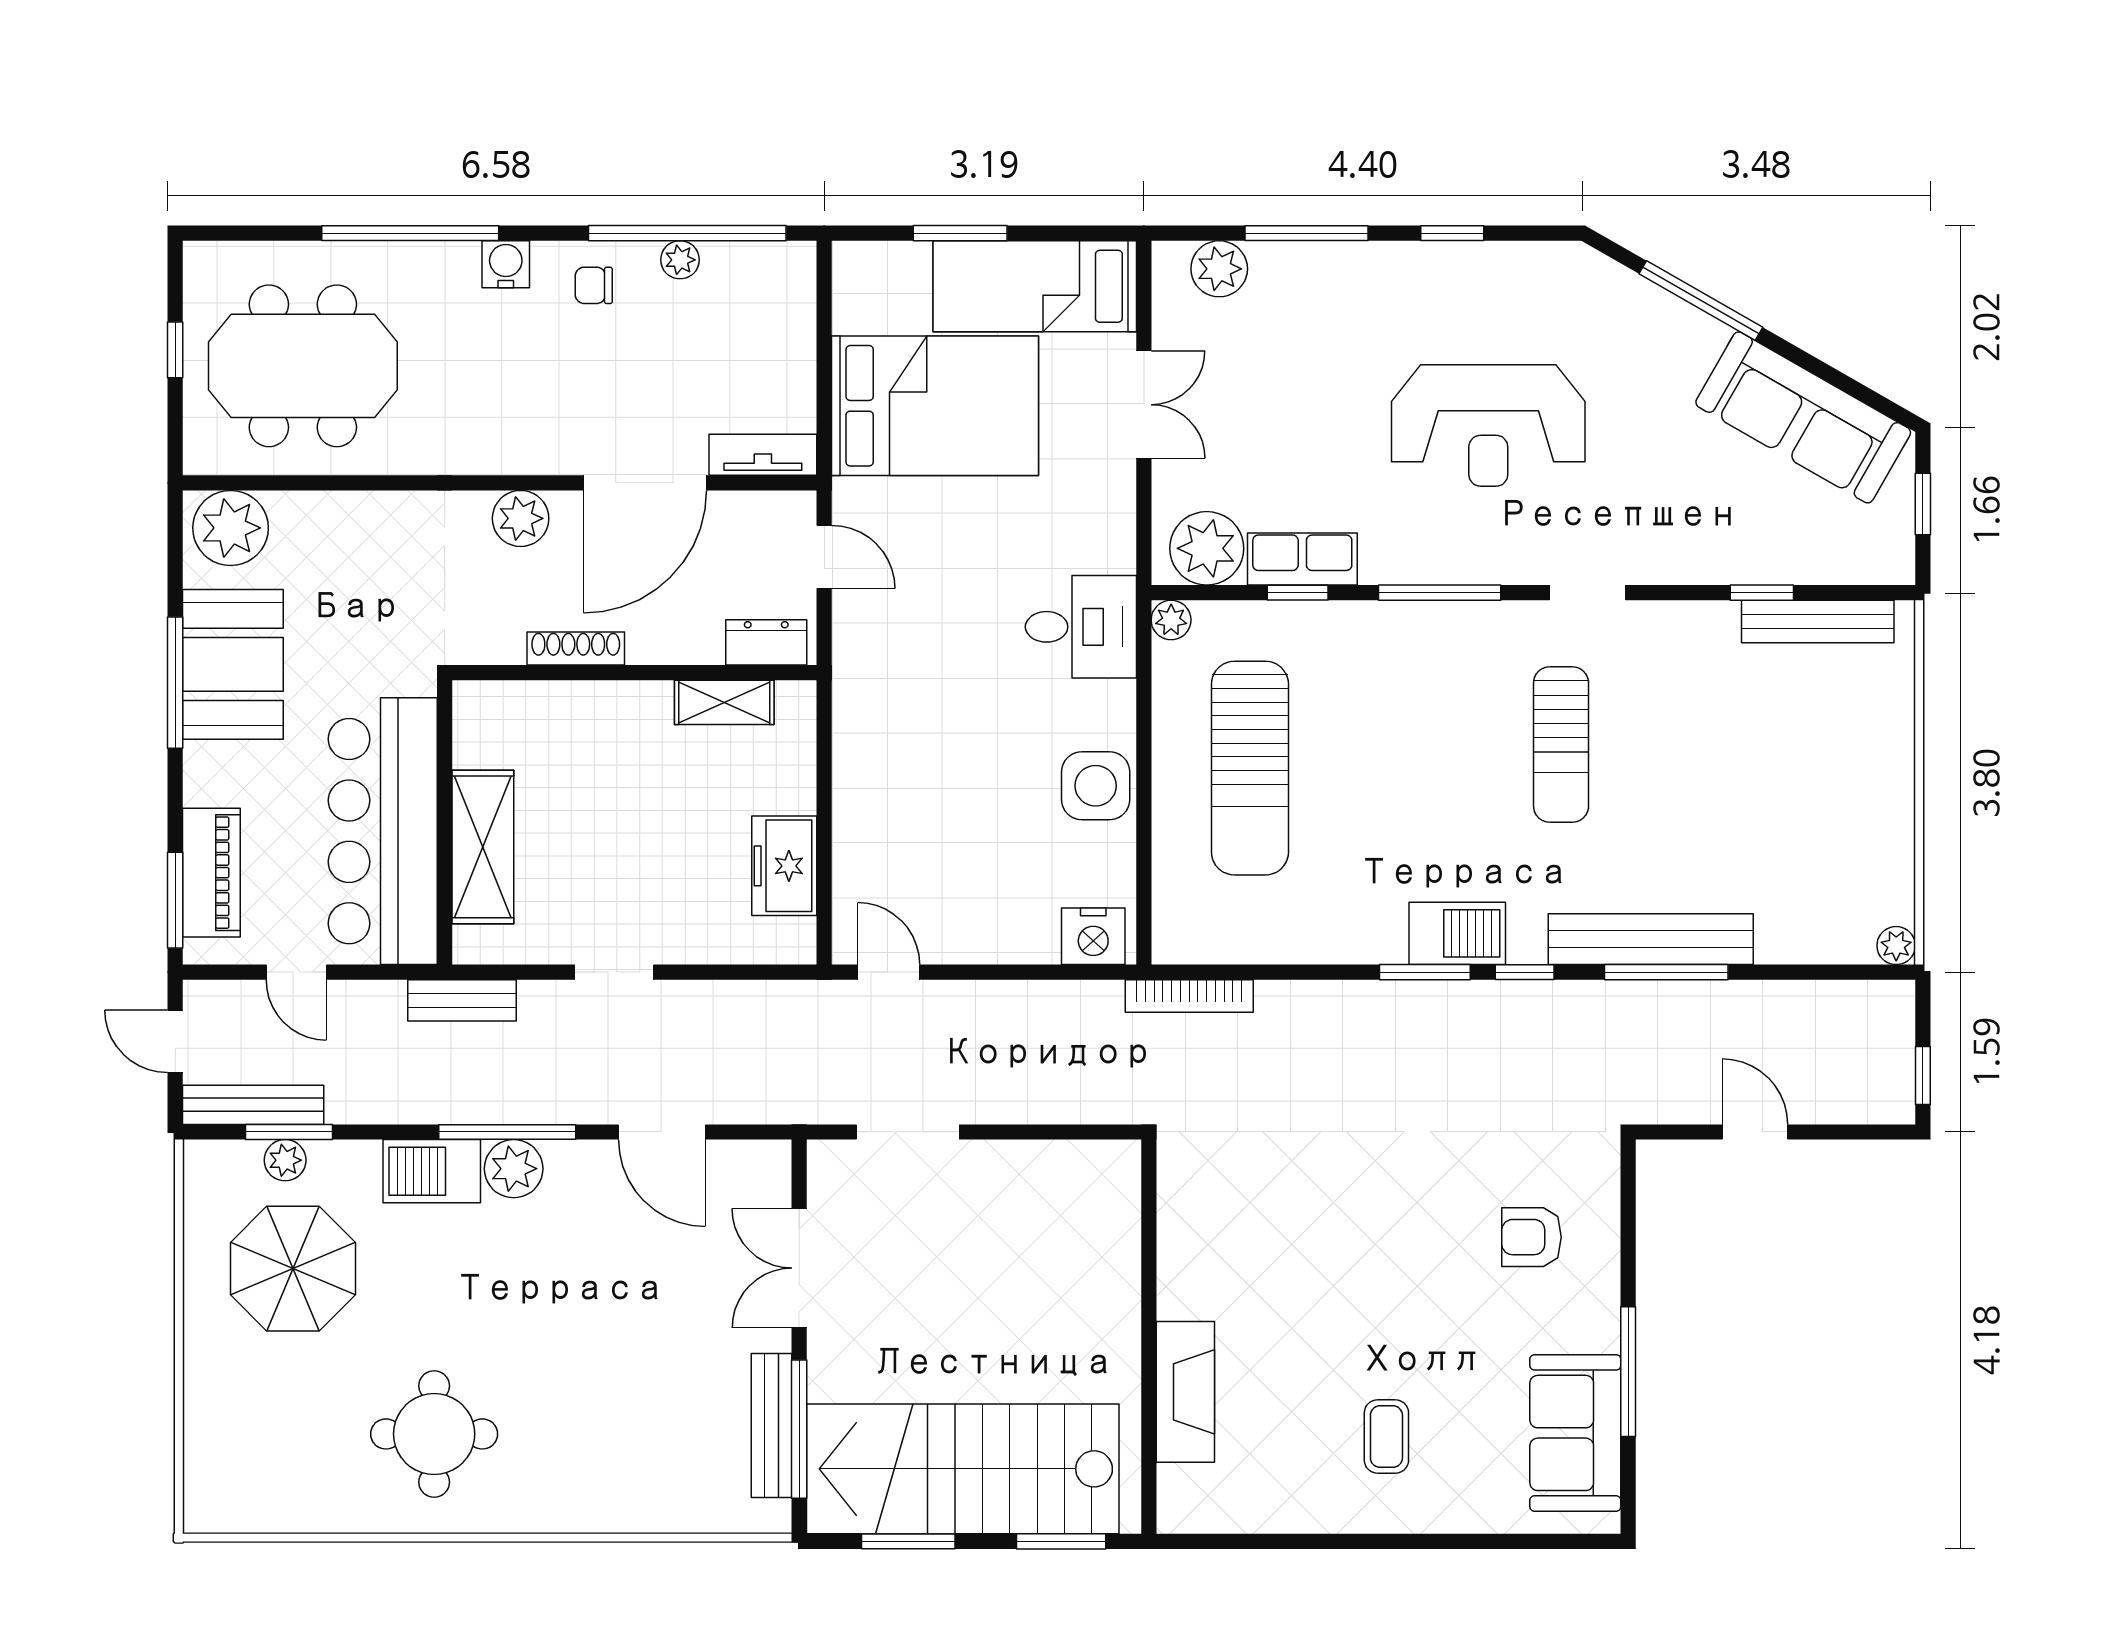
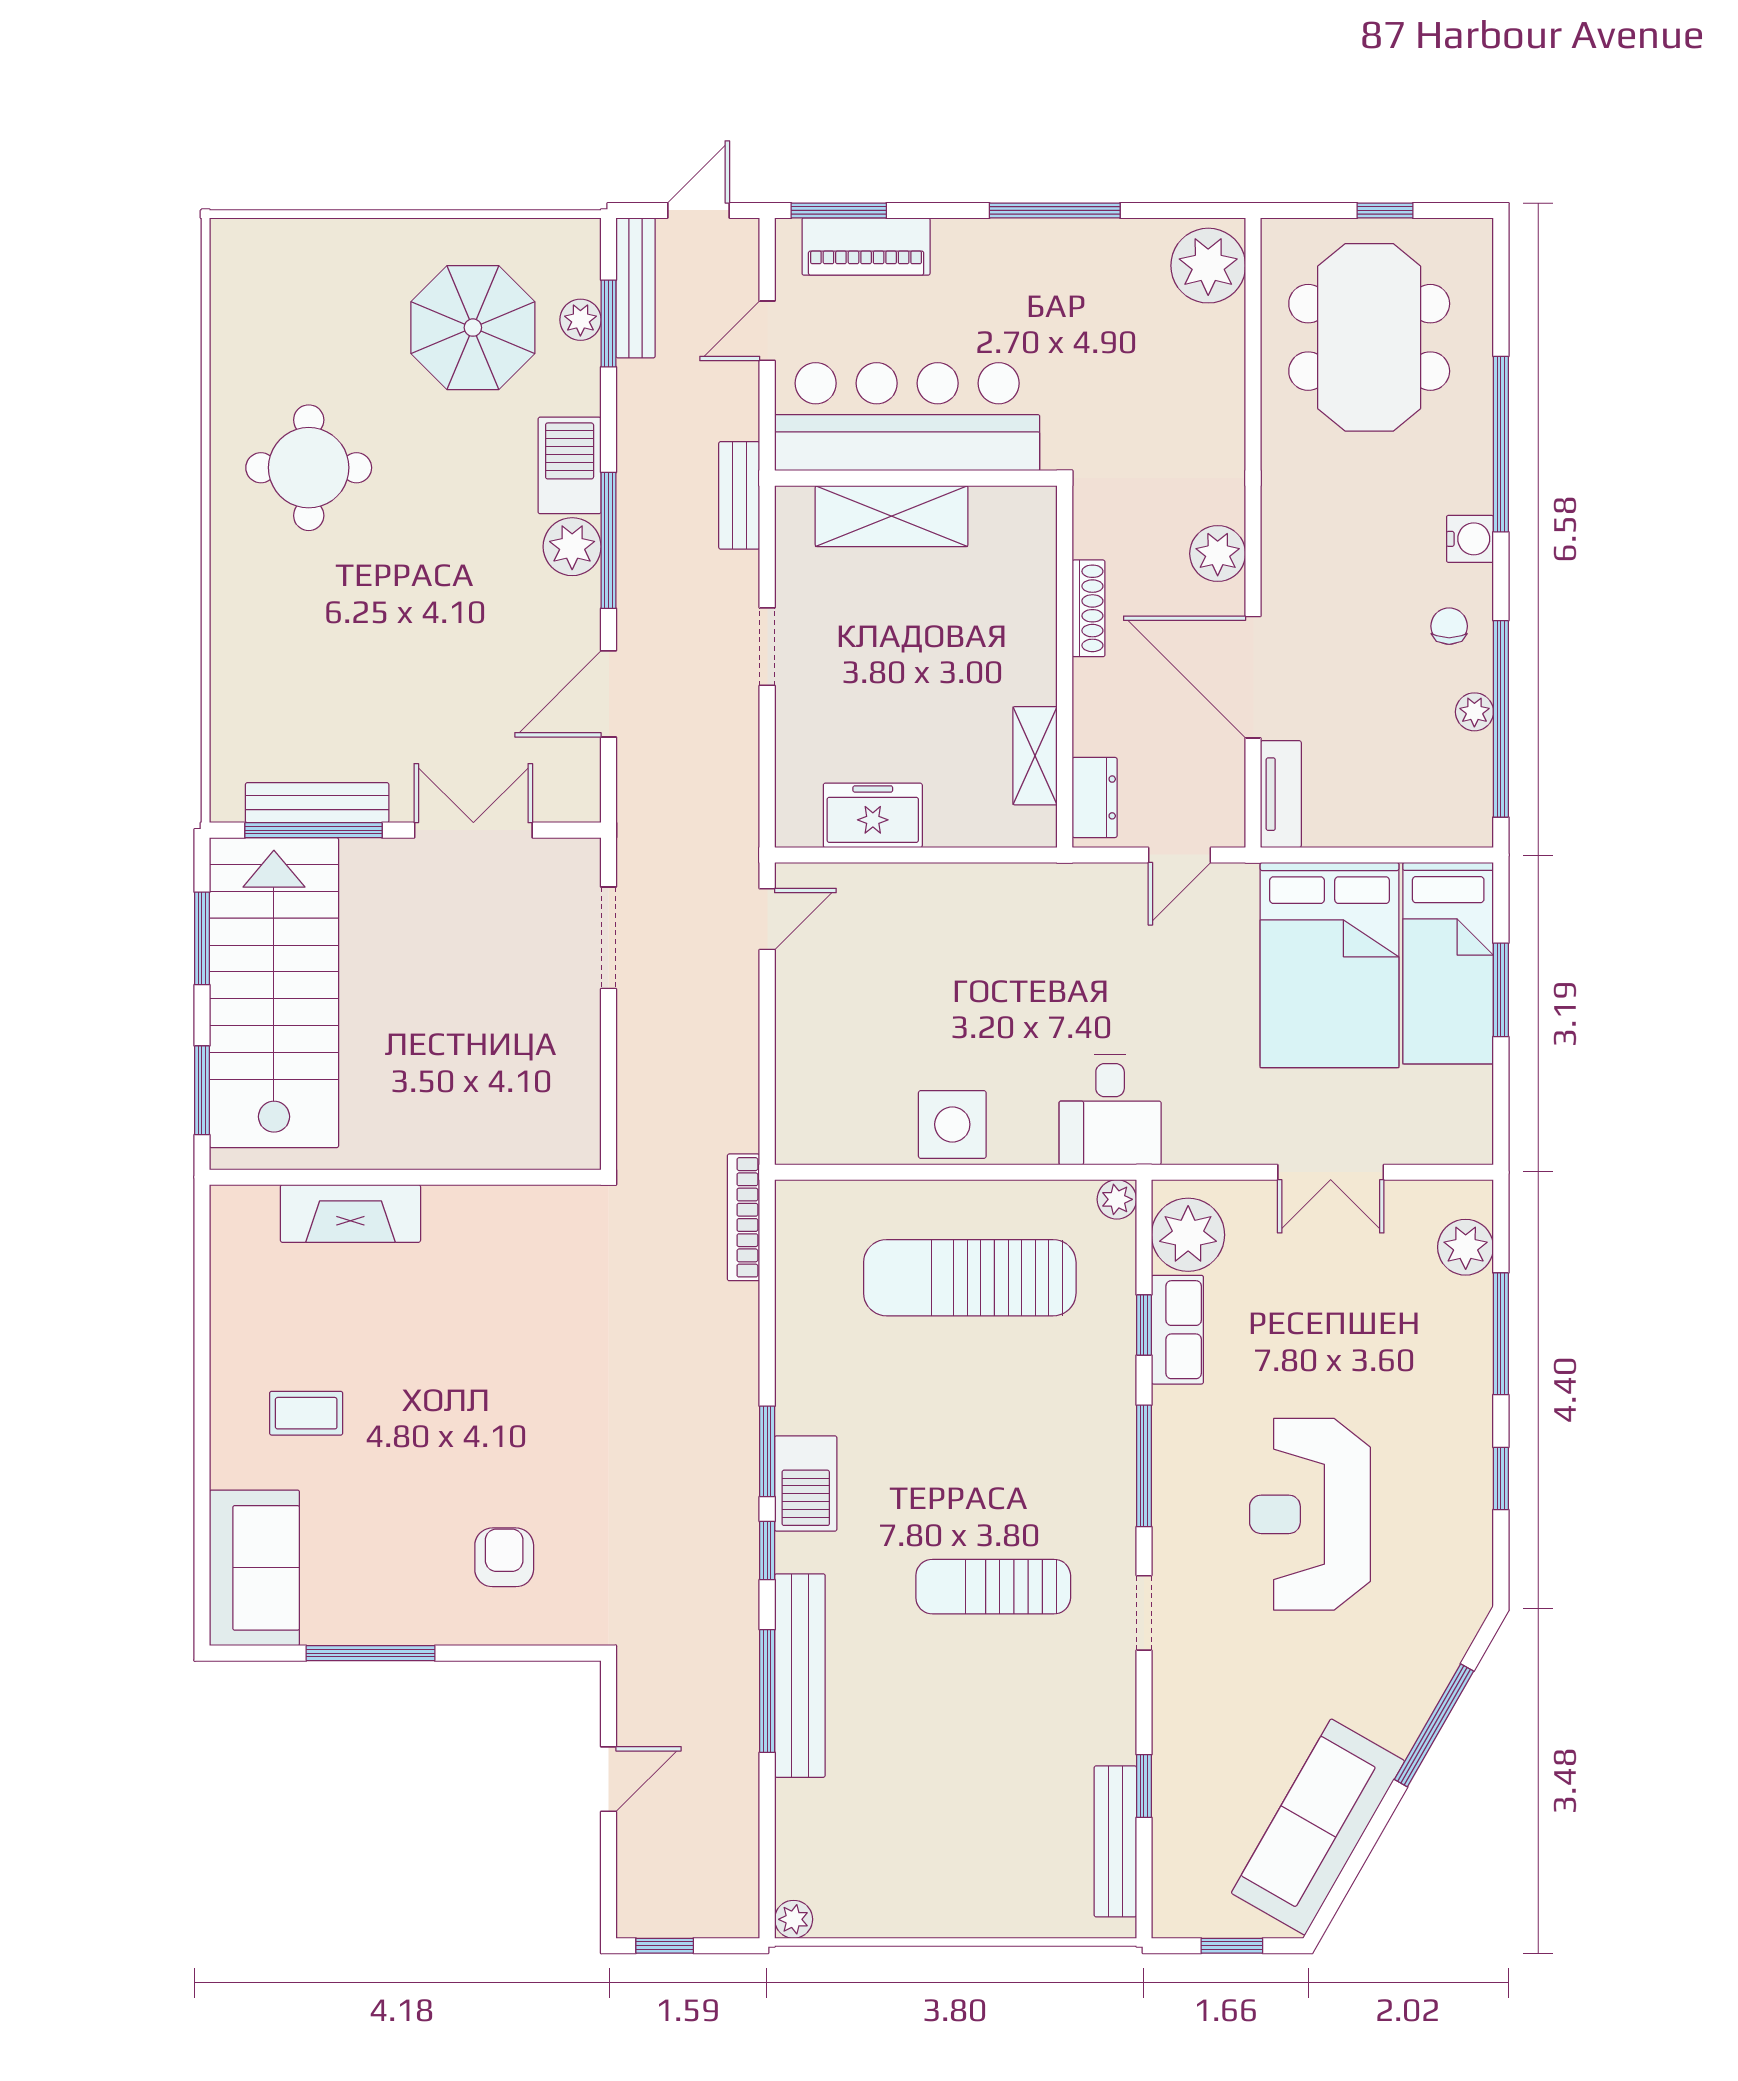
bed: (1035, 286) -> (1448, 963), moved, turned 180
booth: (233, 664) -> (1073, 268), removed
nightstand: (1093, 936) -> (803, 1122), removed
sofa: (1575, 1433) -> (254, 1568), moved, turned 90

